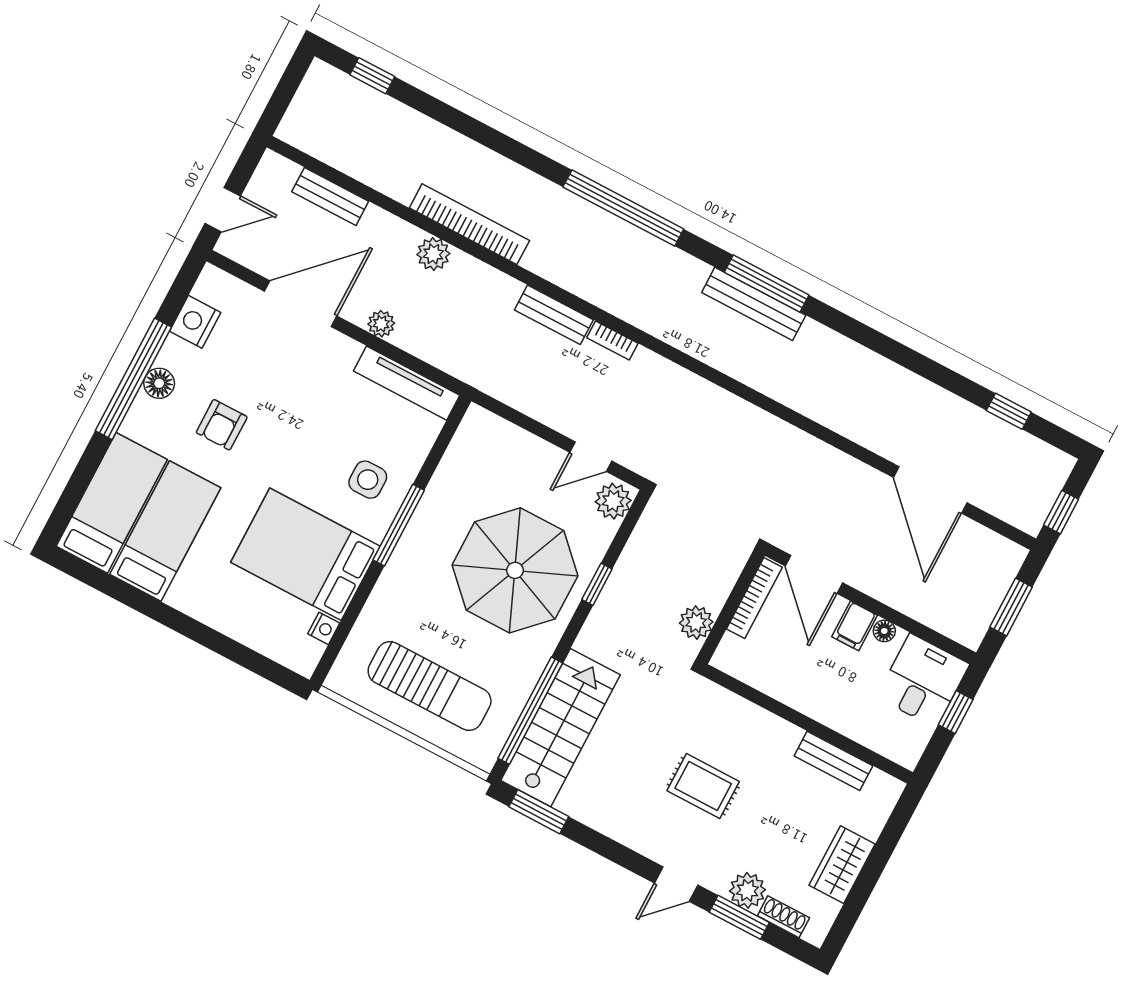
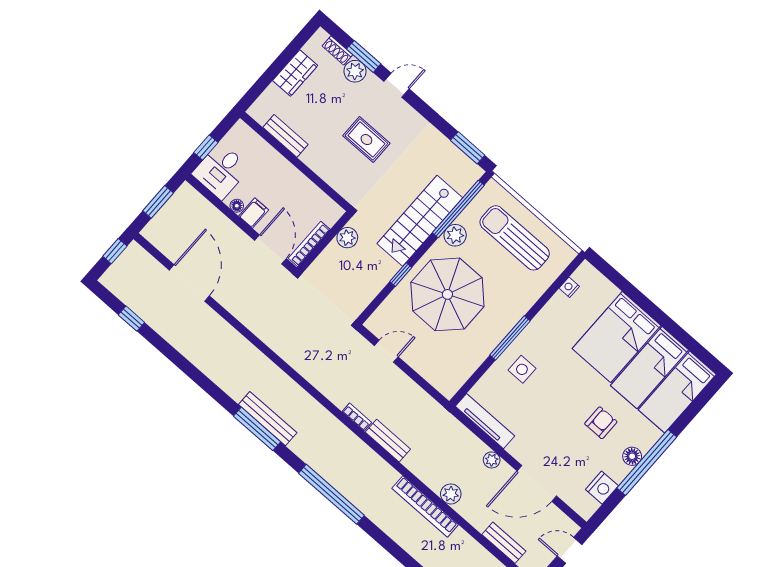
plant: (613, 501) -> (455, 235), moved
bed: (305, 554) -> (617, 337), moved, turned 90
stairs: (560, 728) -> (420, 221), moved

